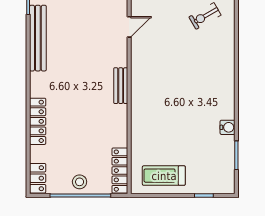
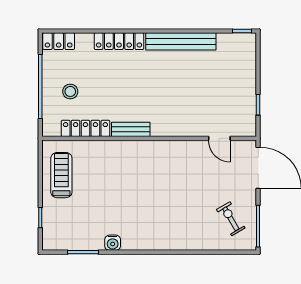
bench: (38, 38) -> (181, 41), moved
bench: (121, 86) -> (131, 129), moved
locker: (120, 171) -> (85, 128), moved
stool: (80, 182) -> (70, 91), moved

